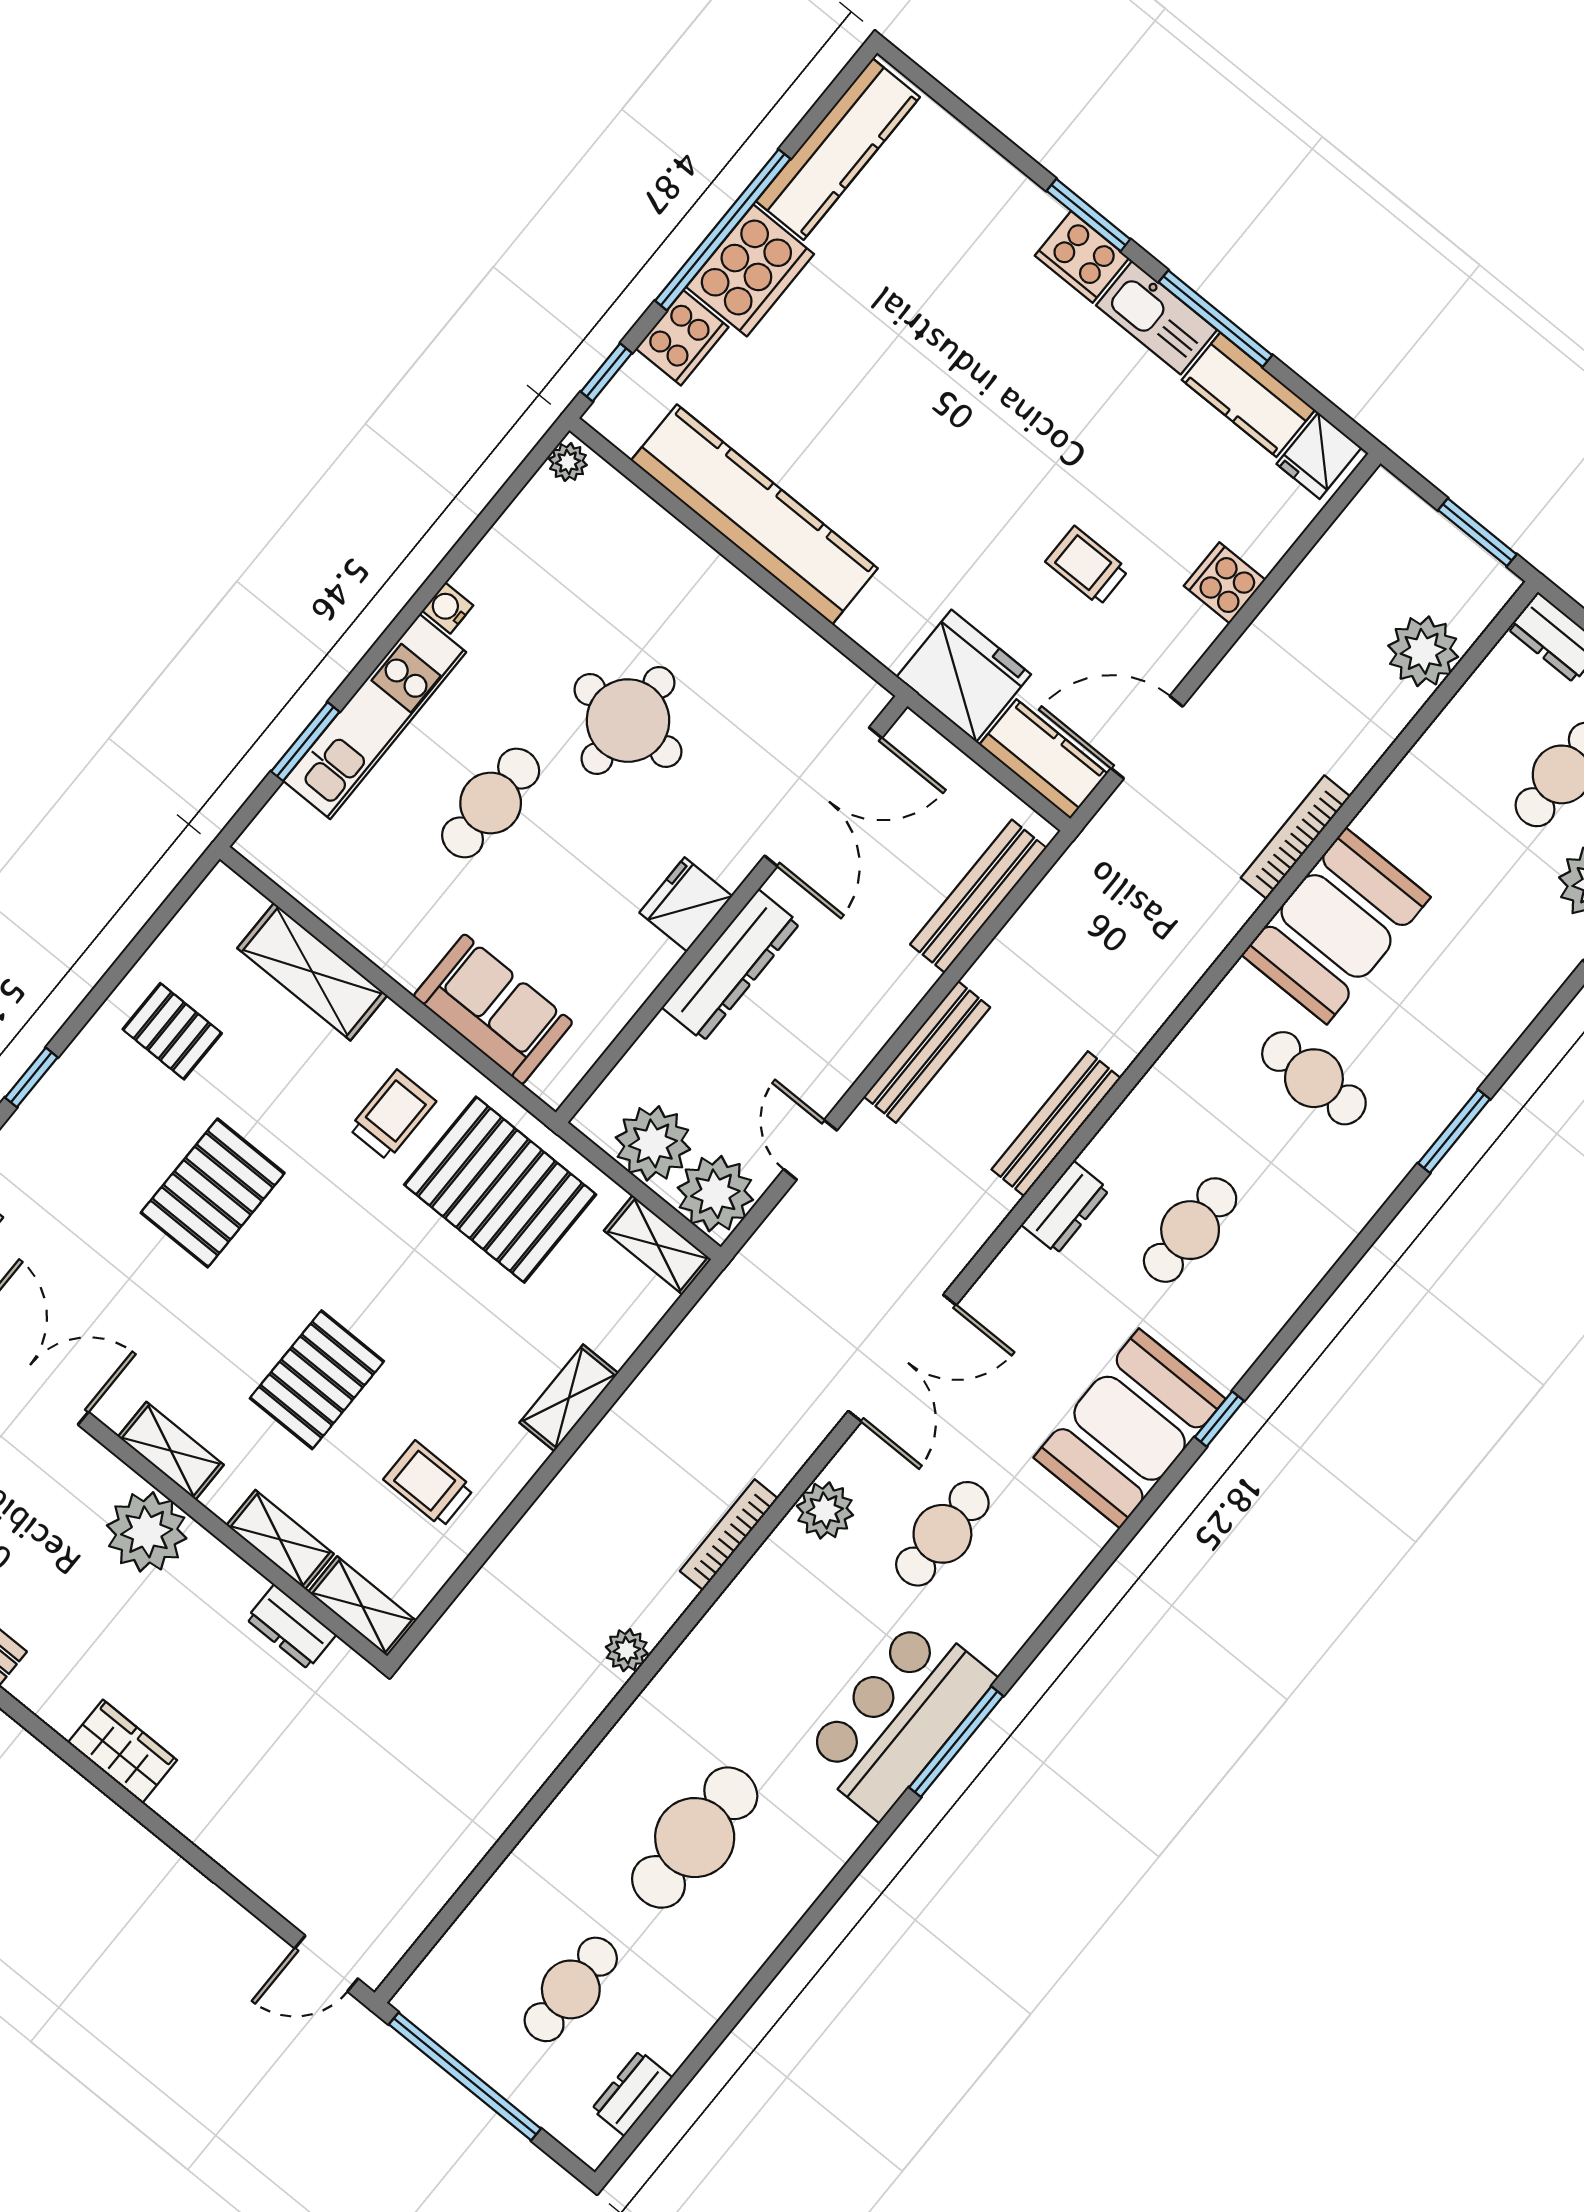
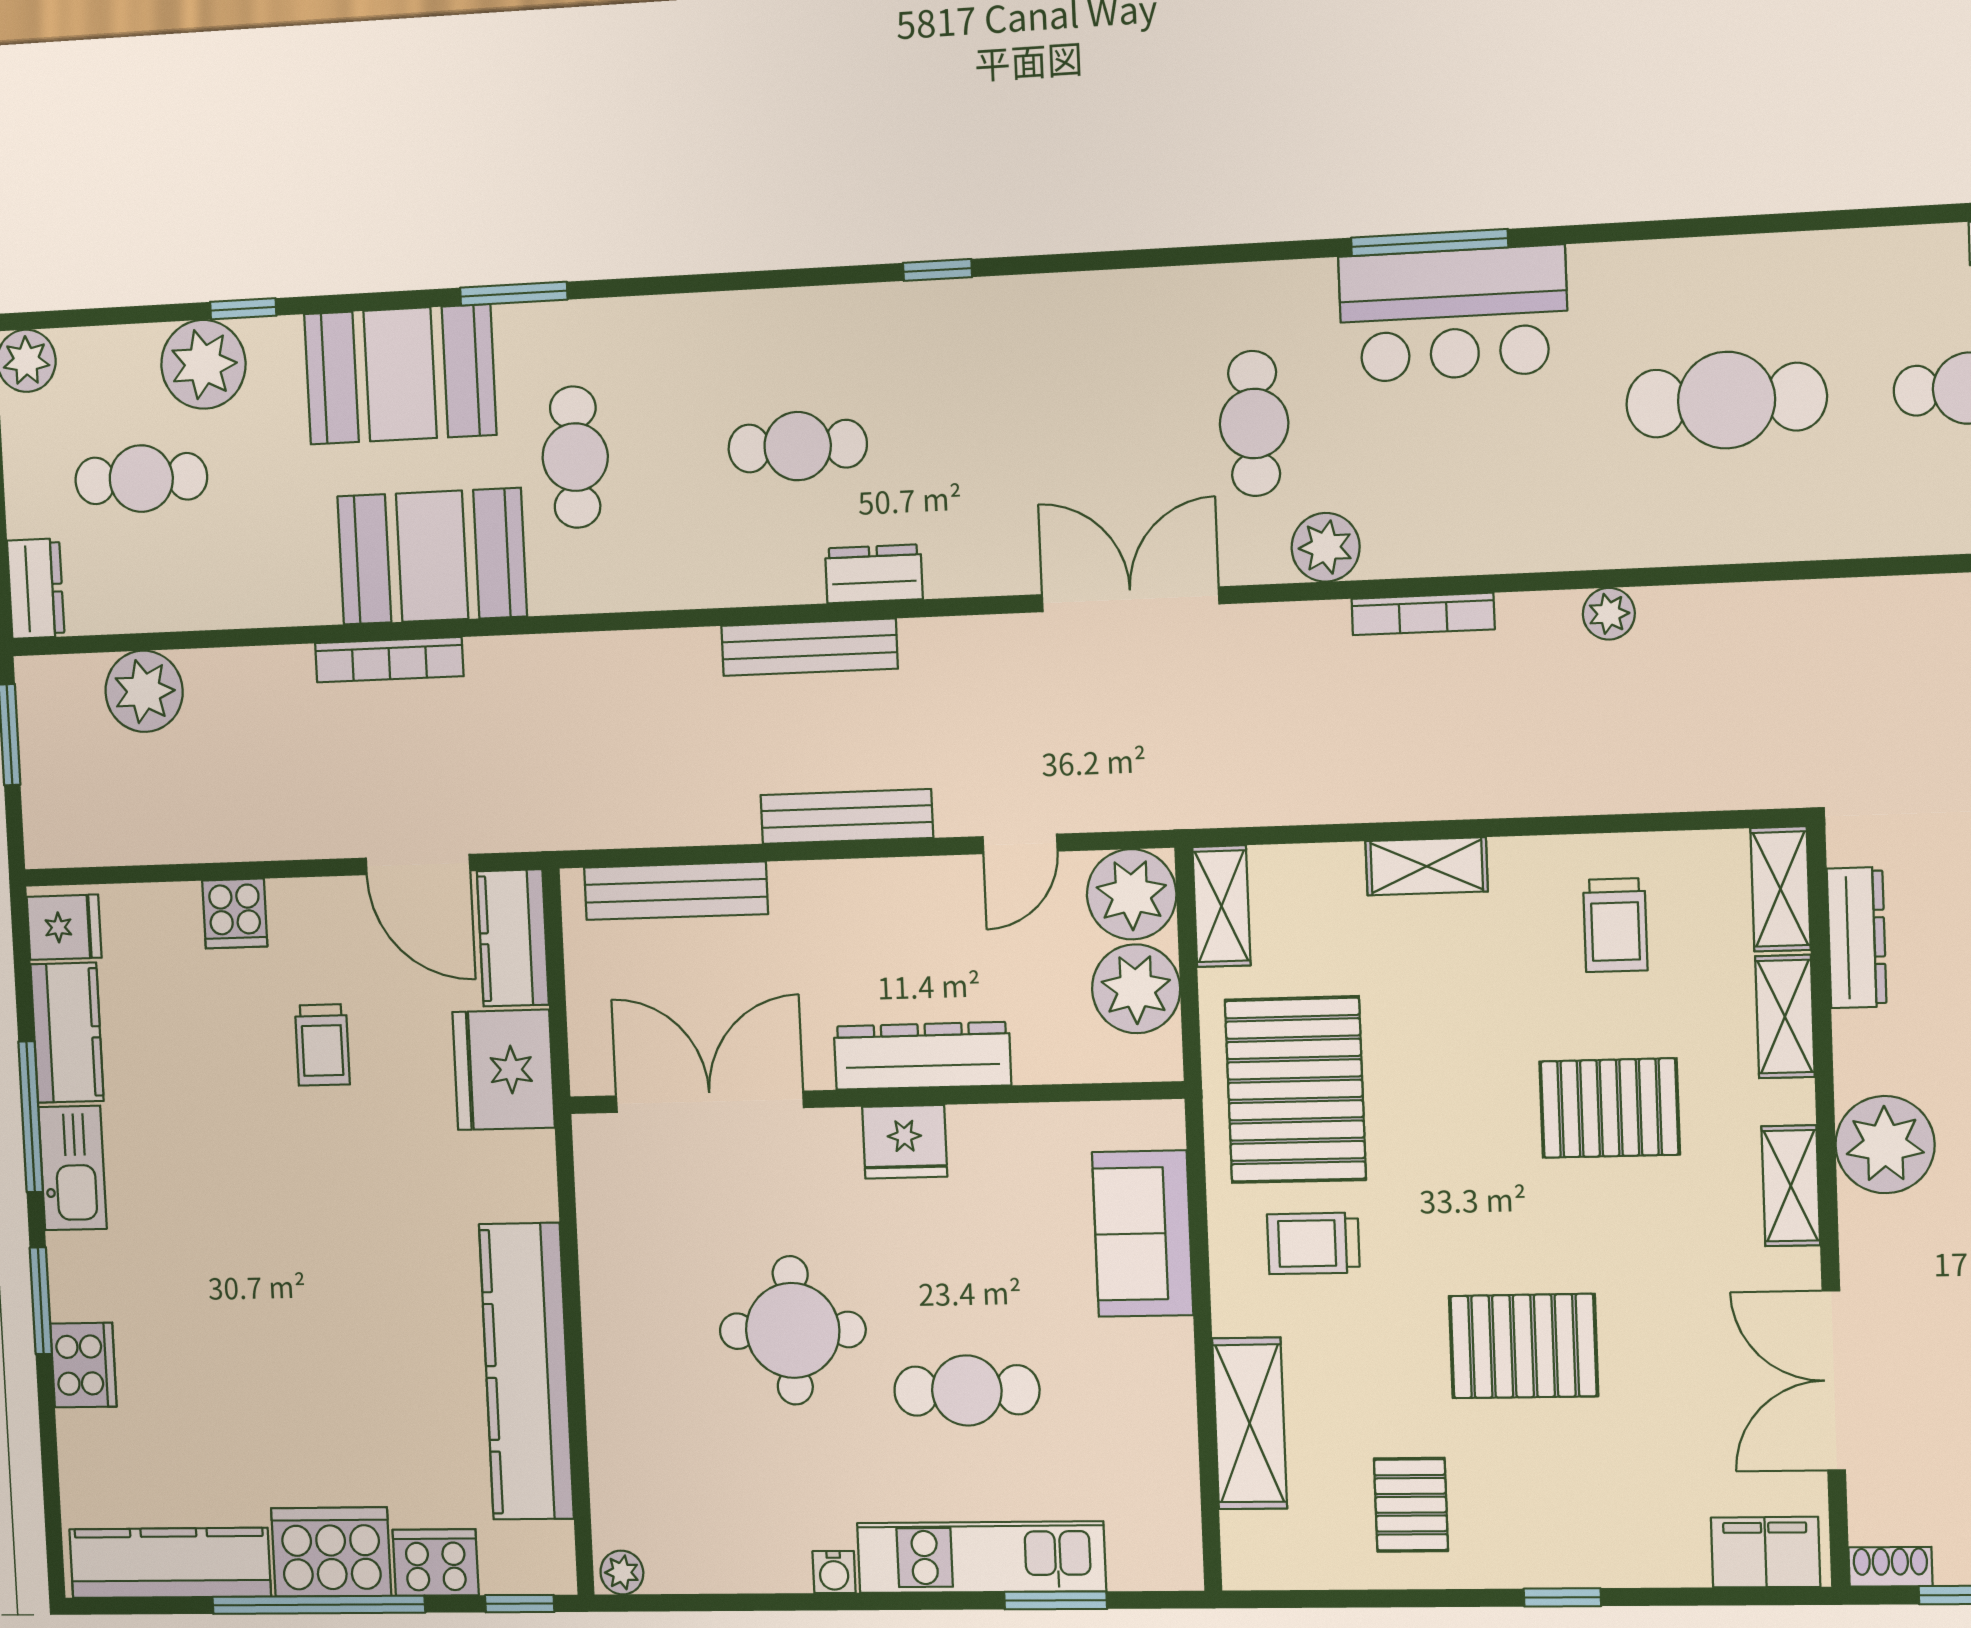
cooker: (1082, 257) -> (83, 1365), moved
booth: (1130, 1428) -> (400, 374), moved
cafe table: (942, 1534) -> (1254, 424), turned 90
dresser: (291, 1627) -> (1857, 938), width x1.44

